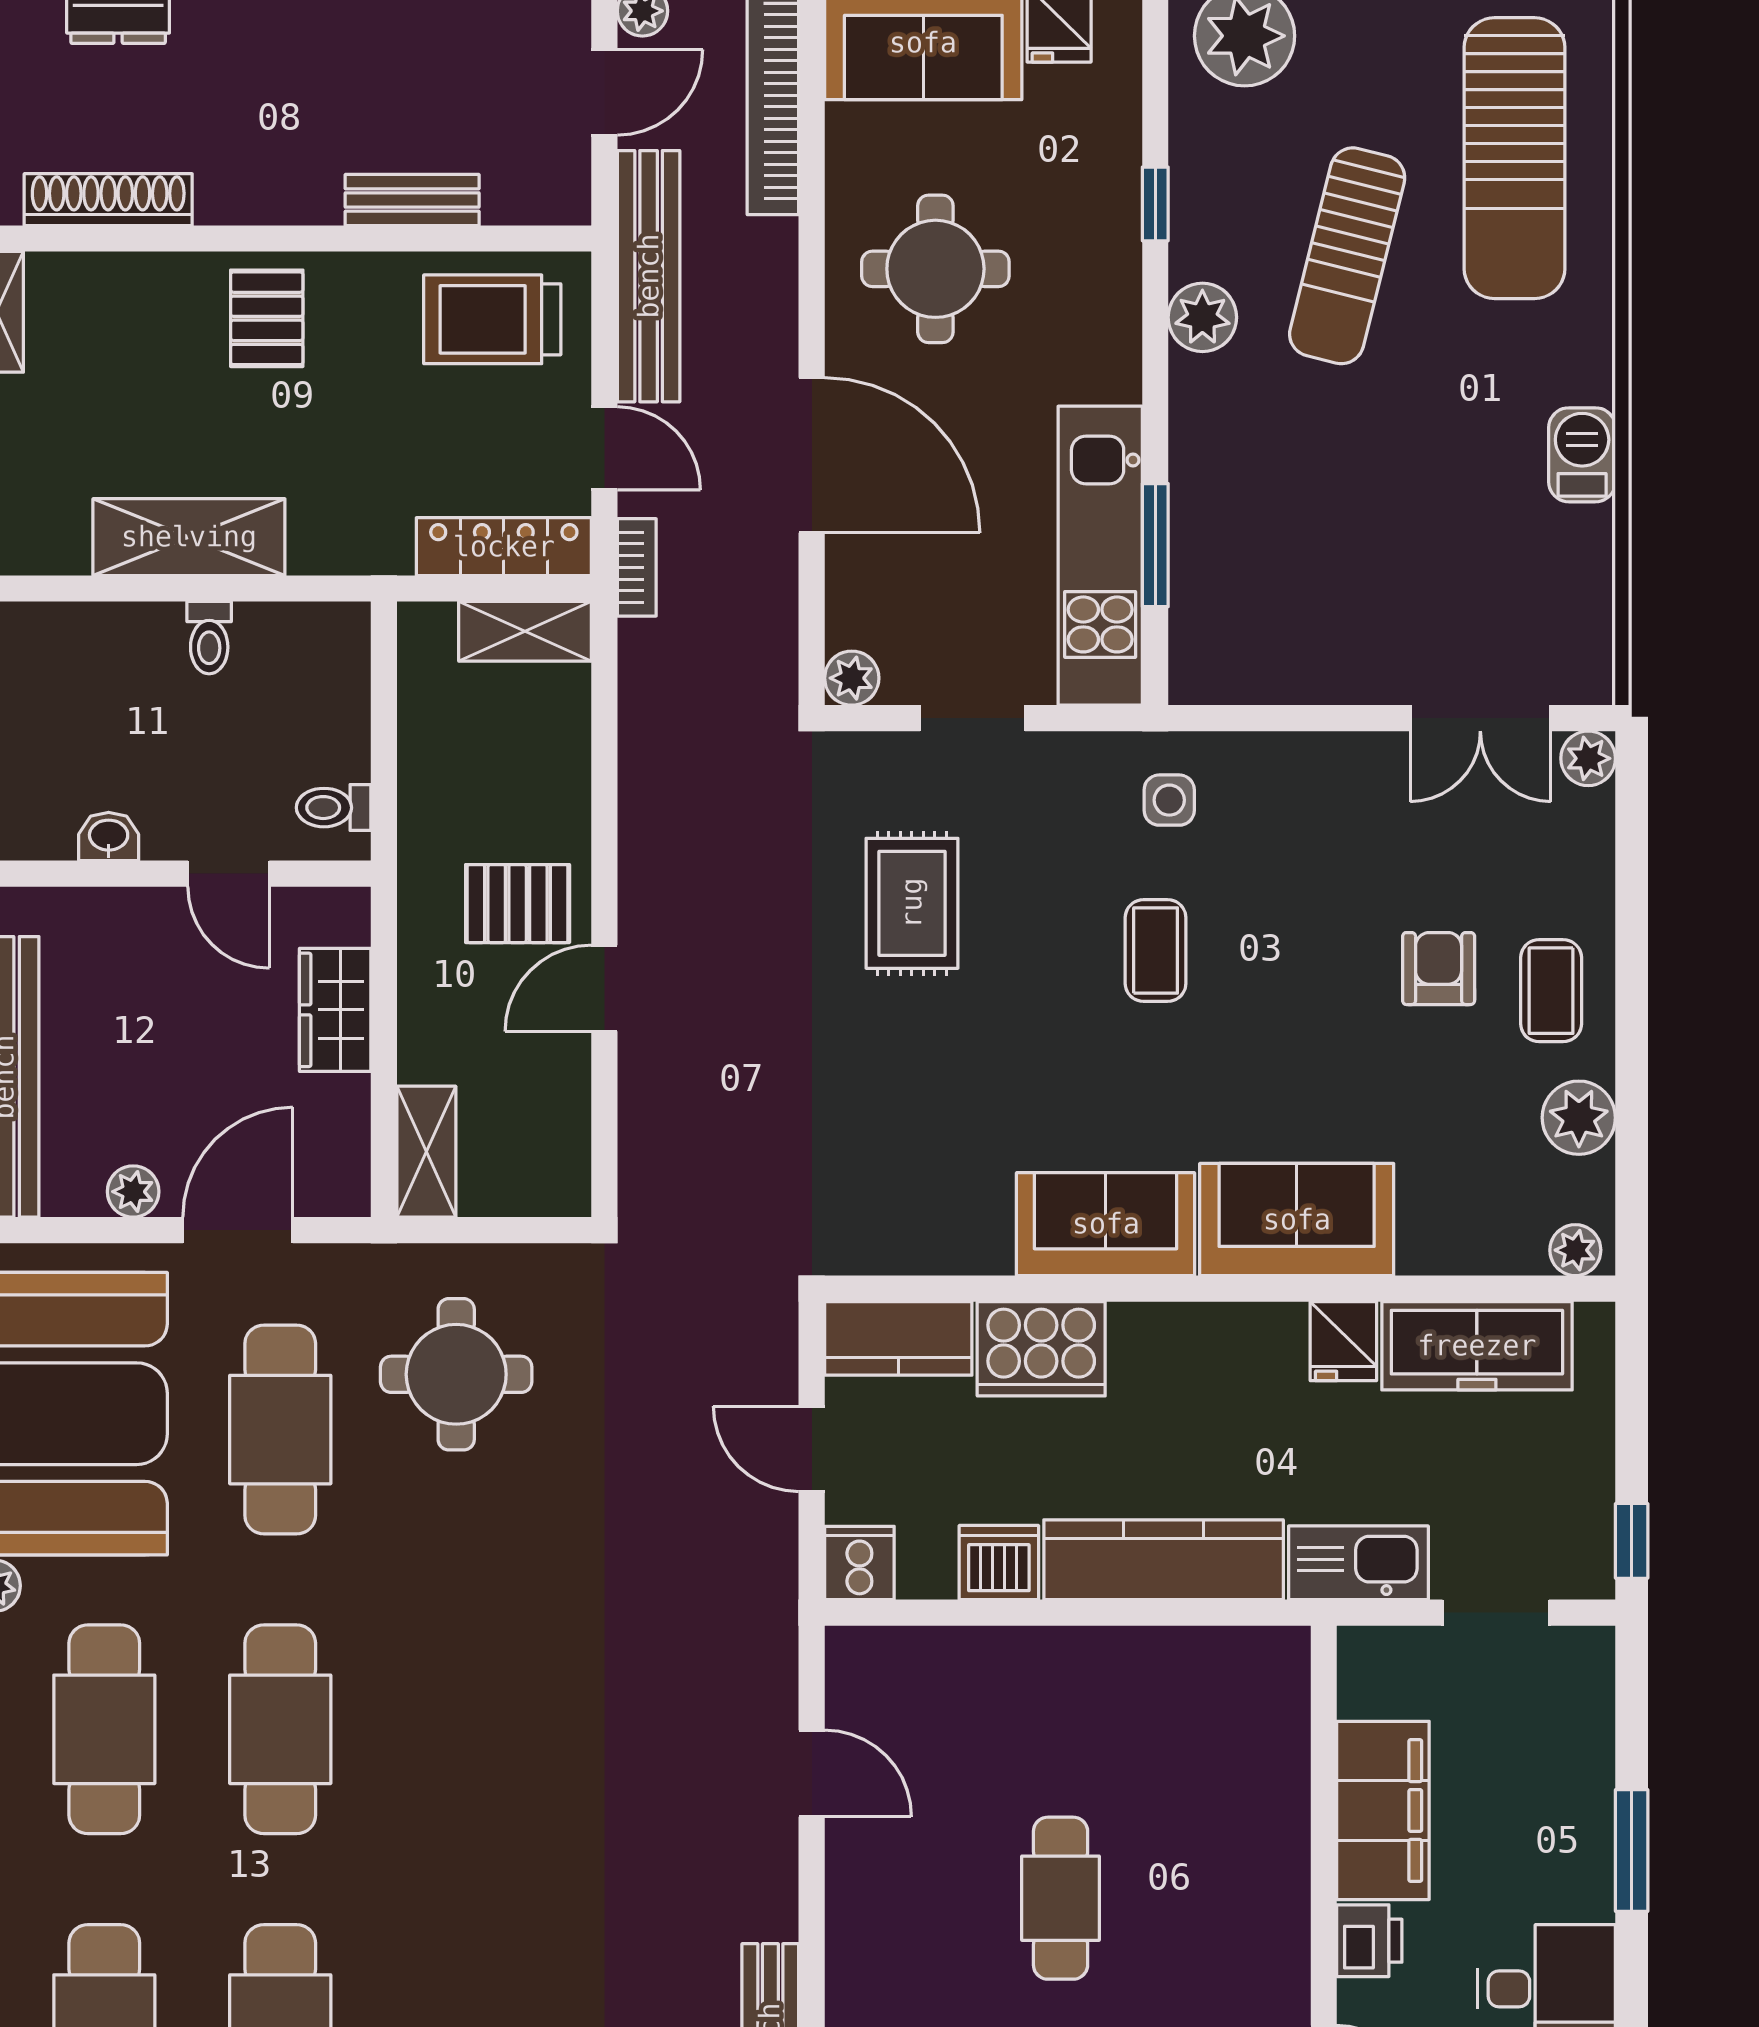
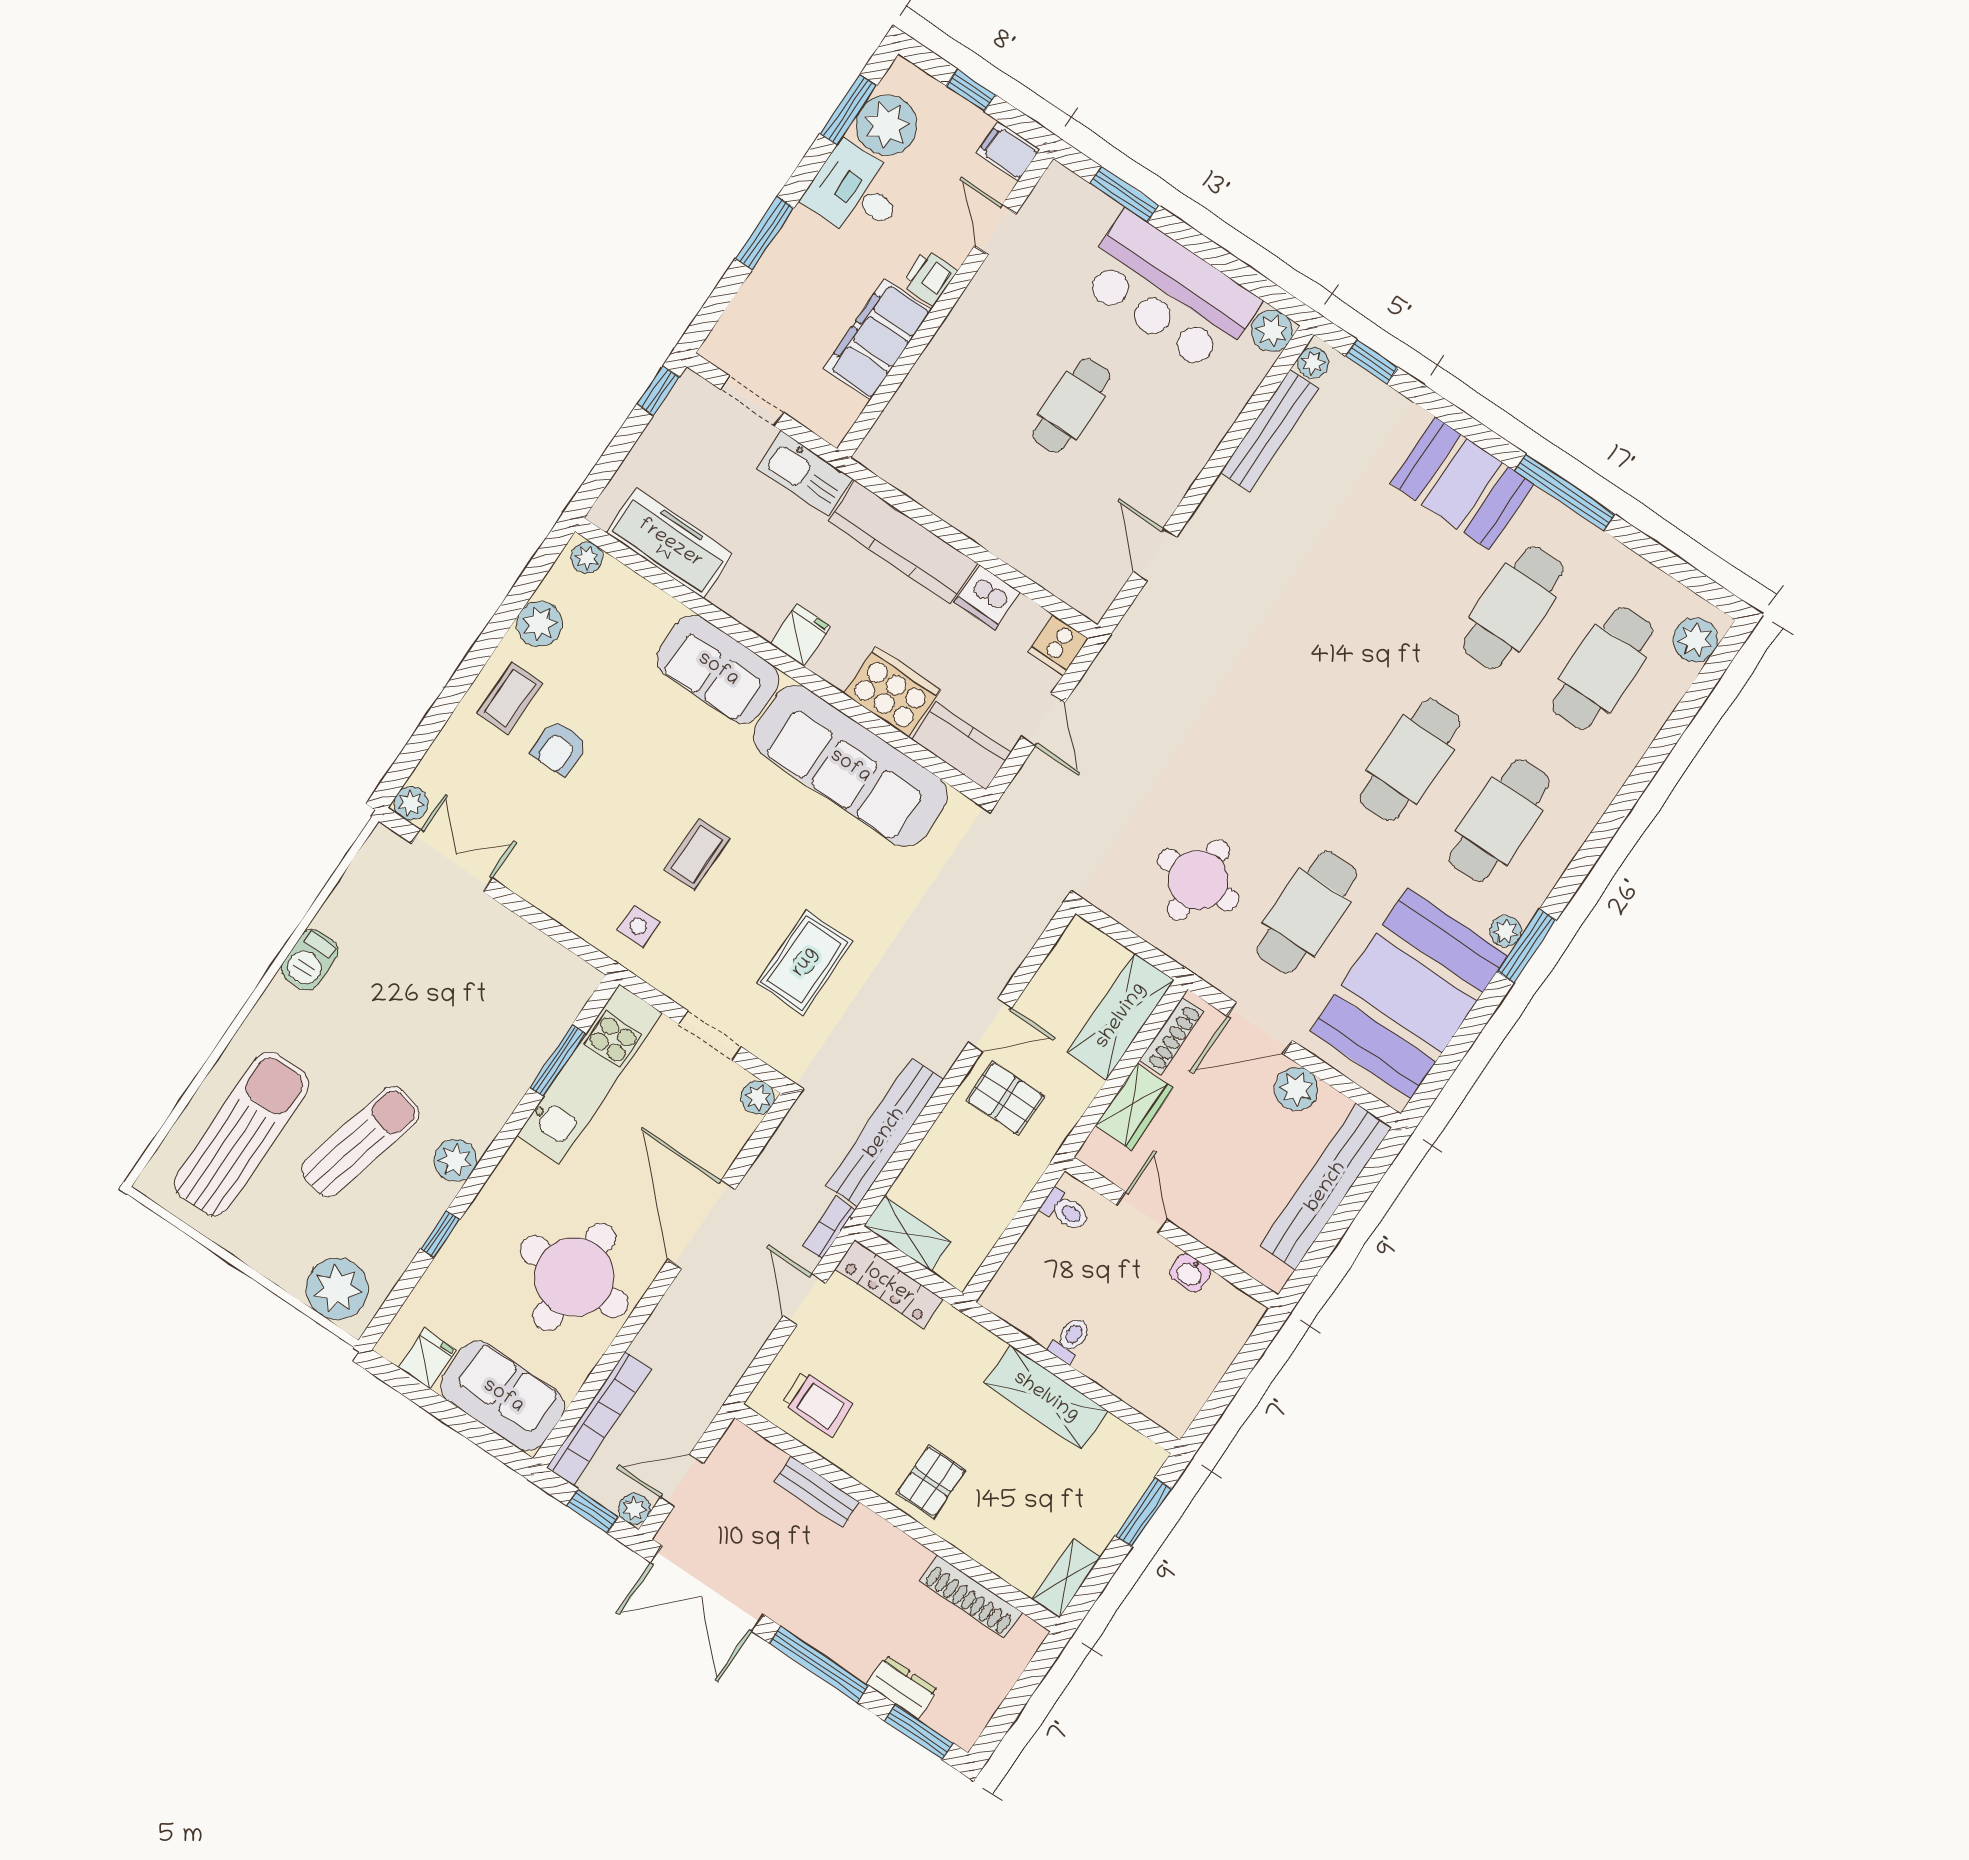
round table: (935, 269) -> (574, 1277), width x1.36, depth x1.36
bench: (649, 276) -> (885, 1133), moved
trolley: (492, 319) -> (817, 1404), width x0.73, depth x0.72
shoe rack: (350, 1139) -> (1172, 1036), added
shelving: (426, 1152) -> (1121, 1016), width x1.50, depth x1.33
plant: (133, 1192) -> (1296, 1089), width x1.38, depth x1.38
sofa: (1106, 1224) -> (850, 766), width x1.85, depth x1.27
fridge: (1343, 1341) -> (800, 635), moved

